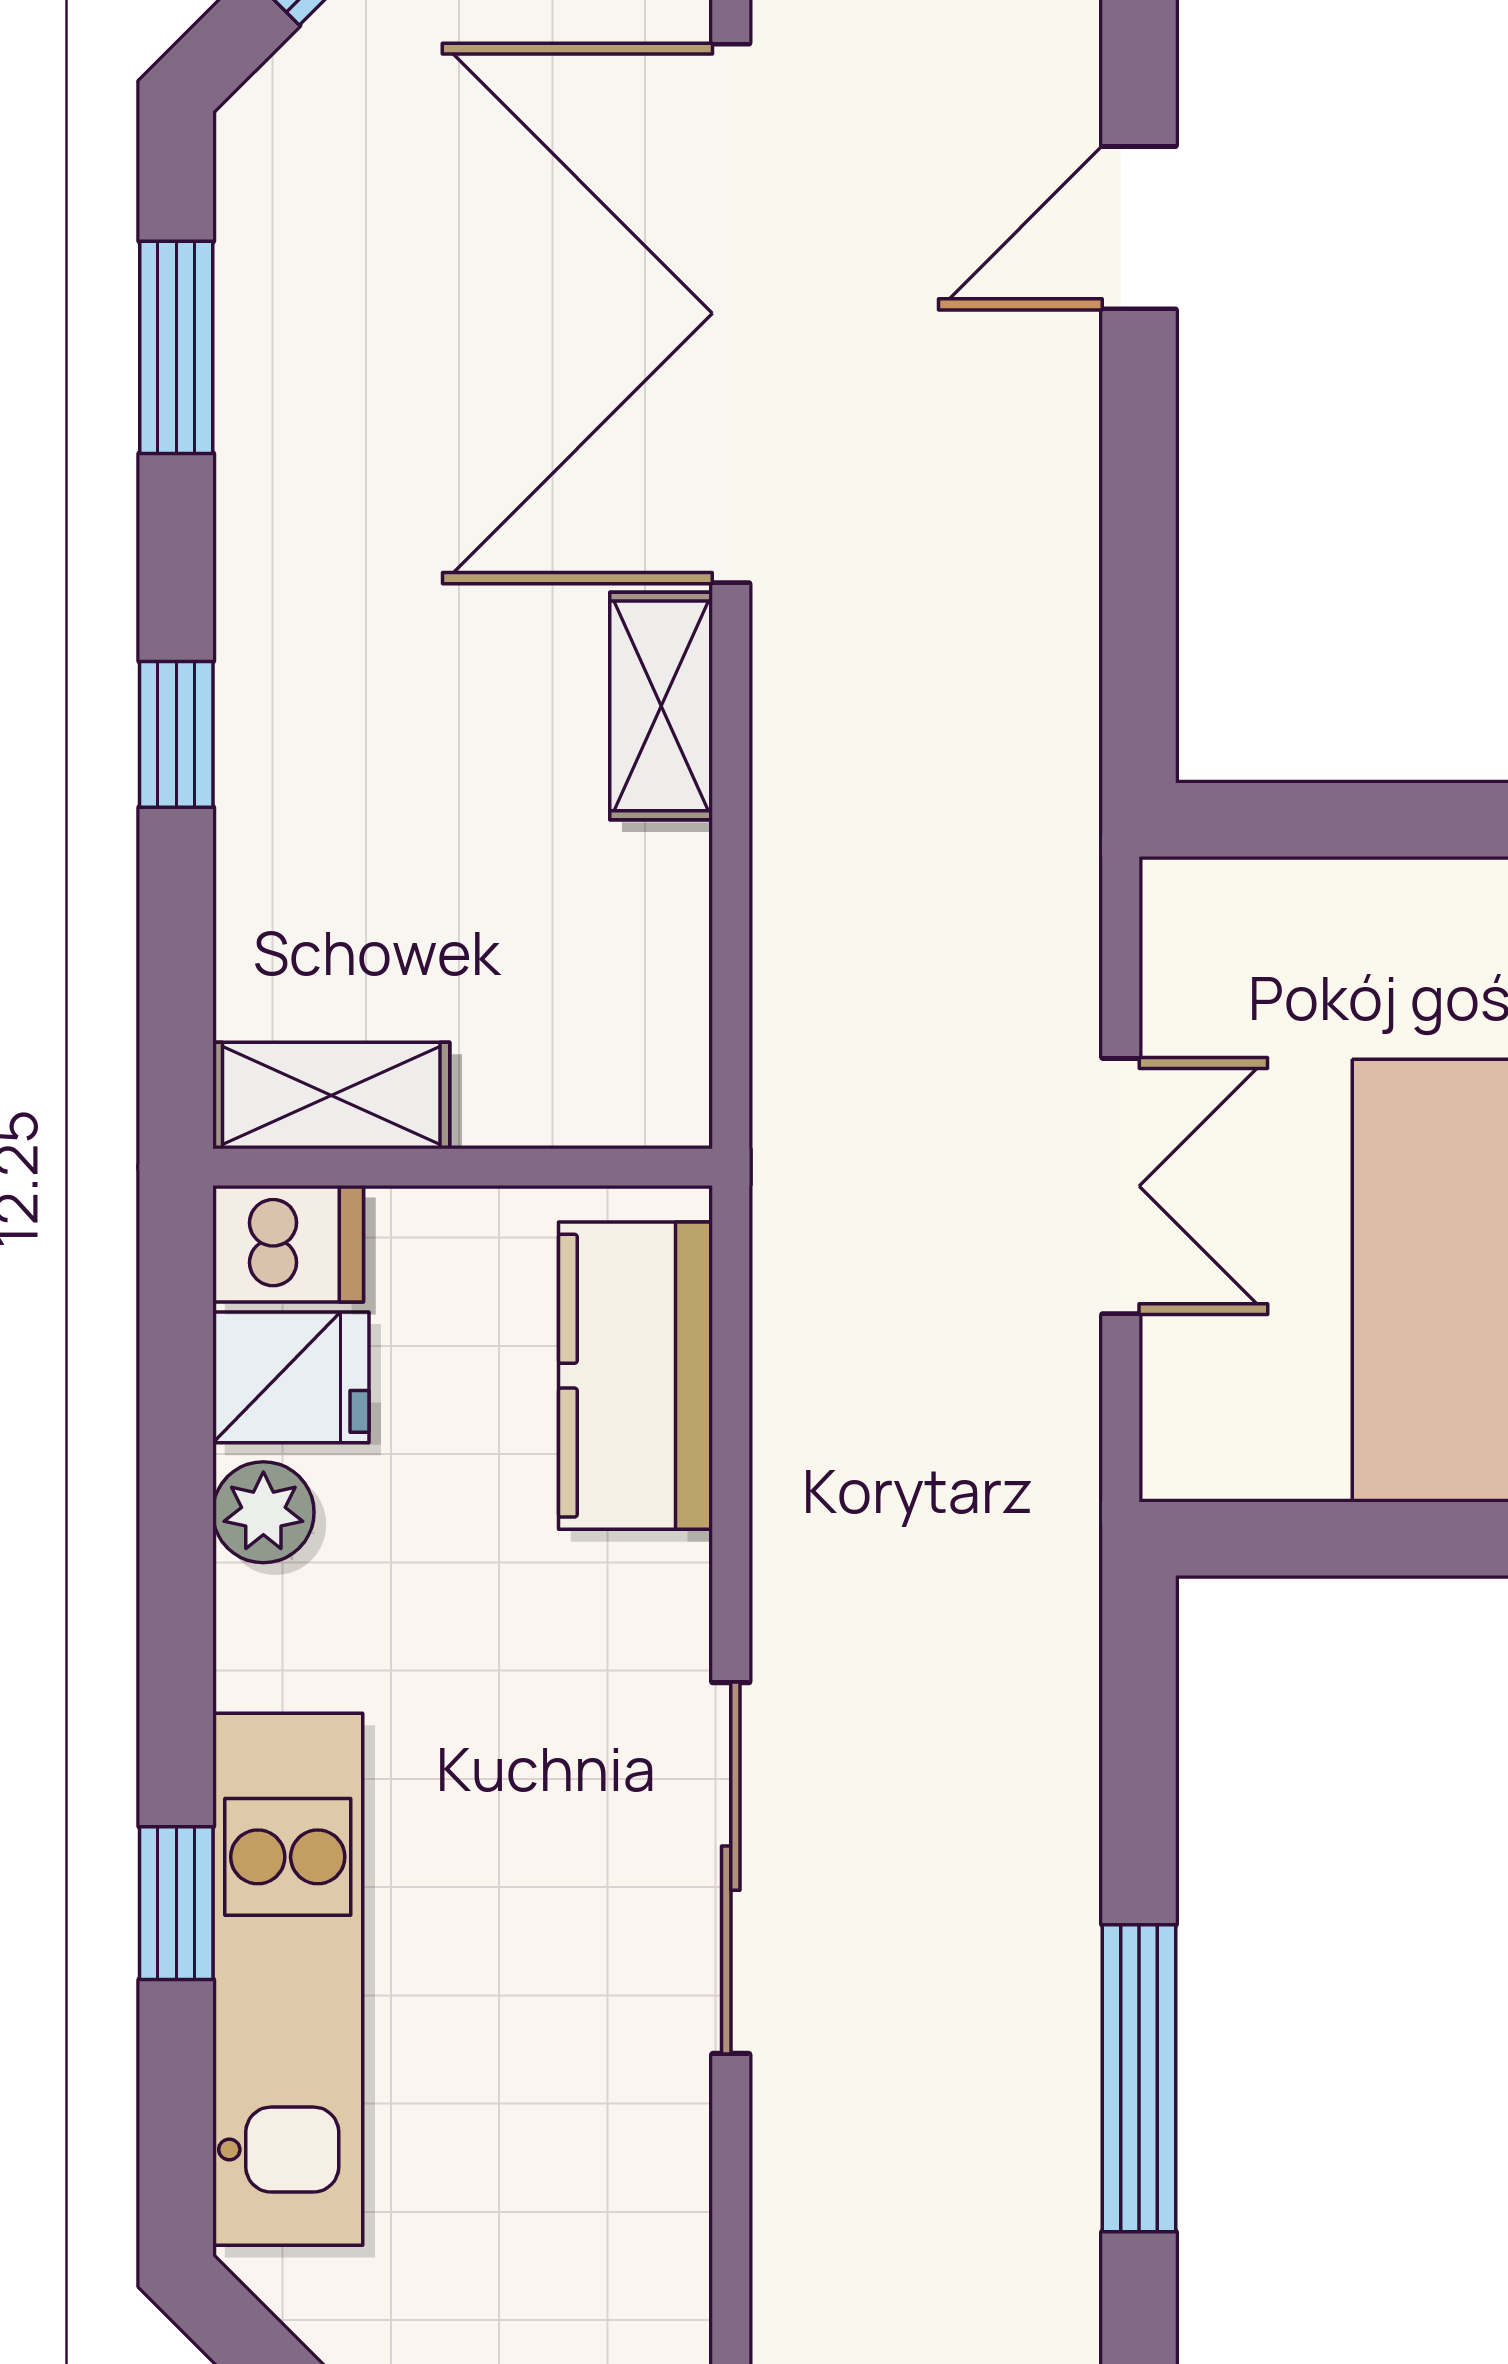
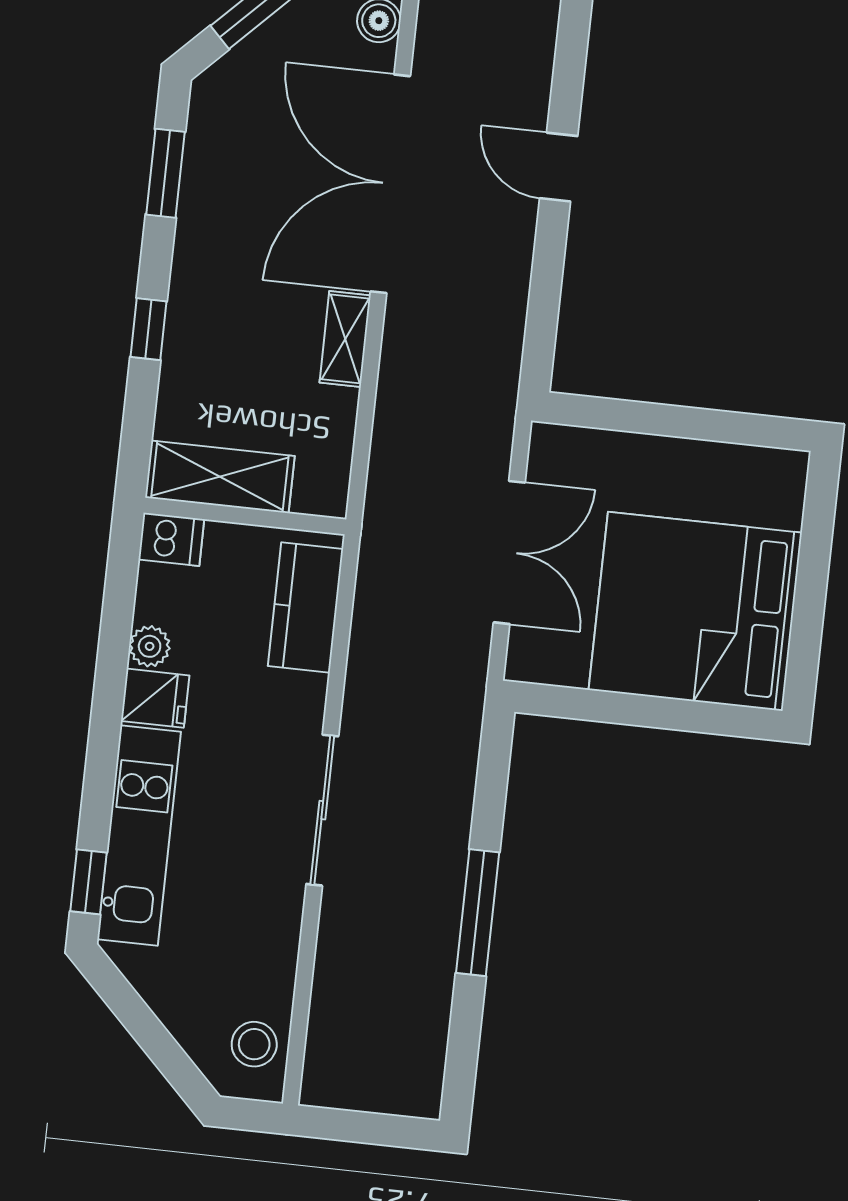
door: (1139, 228) -> (559, 167), hinge flipped
shelving: (331, 1095) -> (220, 477), width x1.50, depth x1.33
double door: (1121, 1186) -> (509, 552), width x1.37
fridge: (291, 1377) -> (155, 698), moved
window: (176, 1903) -> (88, 882), moved

